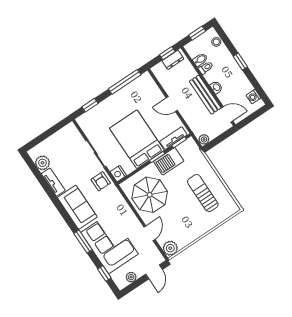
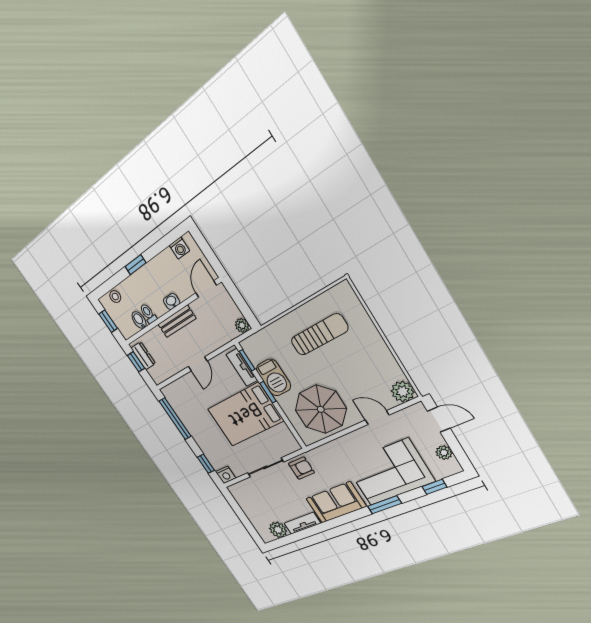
bench: (205, 95) -> (177, 321), width x0.73
nightstand: (118, 174) -> (226, 475), moved
sun lounger: (203, 193) -> (319, 335), turned 180

